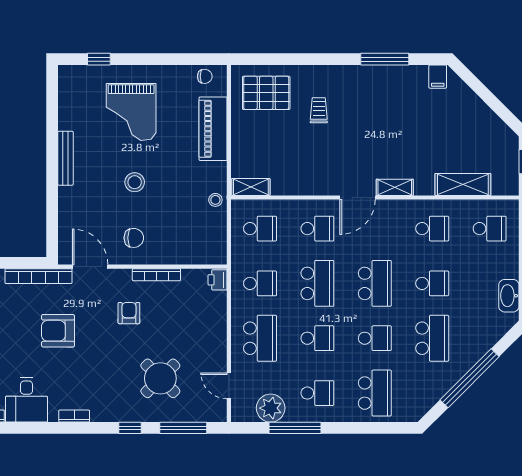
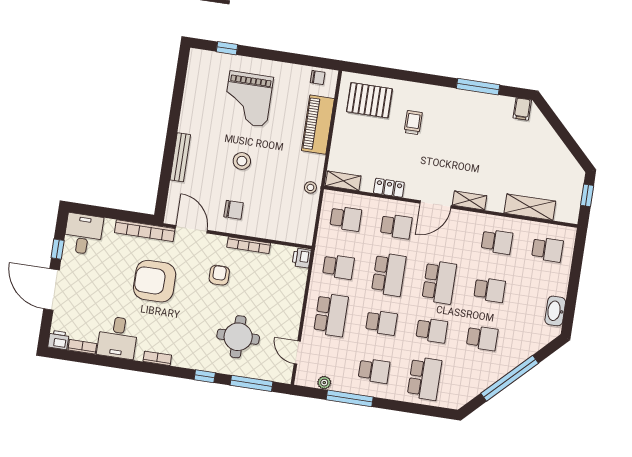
bench: (65, 158) -> (180, 157), moved
locker: (303, 187) -> (389, 188), added
armchair: (58, 331) -> (155, 281), width x1.36, depth x1.36
school desk: (432, 338) -> (482, 338), width x0.54
round table: (160, 378) -> (238, 337), turned 45
plant: (271, 408) -> (324, 383), width x0.53, depth x0.53

